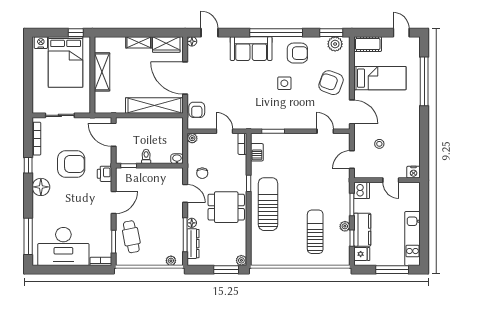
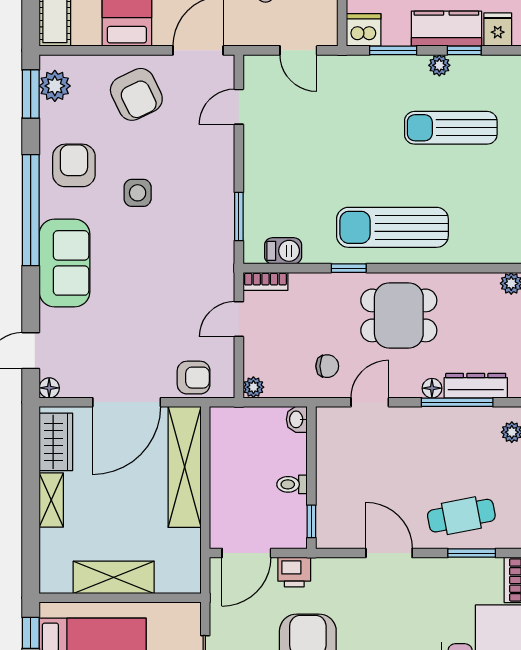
armchair: (331, 83) -> (136, 94), turned -46
printer: (105, 174) -> (294, 572), moved
dining table: (226, 207) -> (399, 315), turned 90

